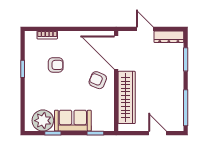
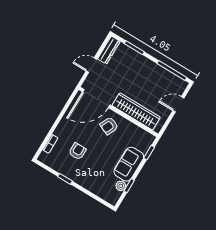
plant: (43, 121) -> (121, 186), width x0.53, depth x0.53

